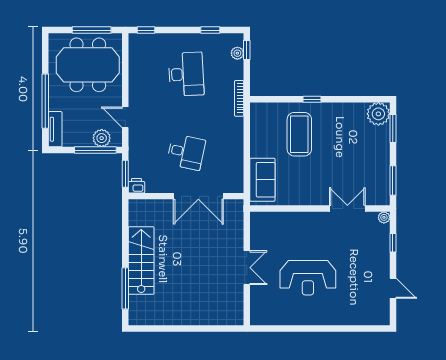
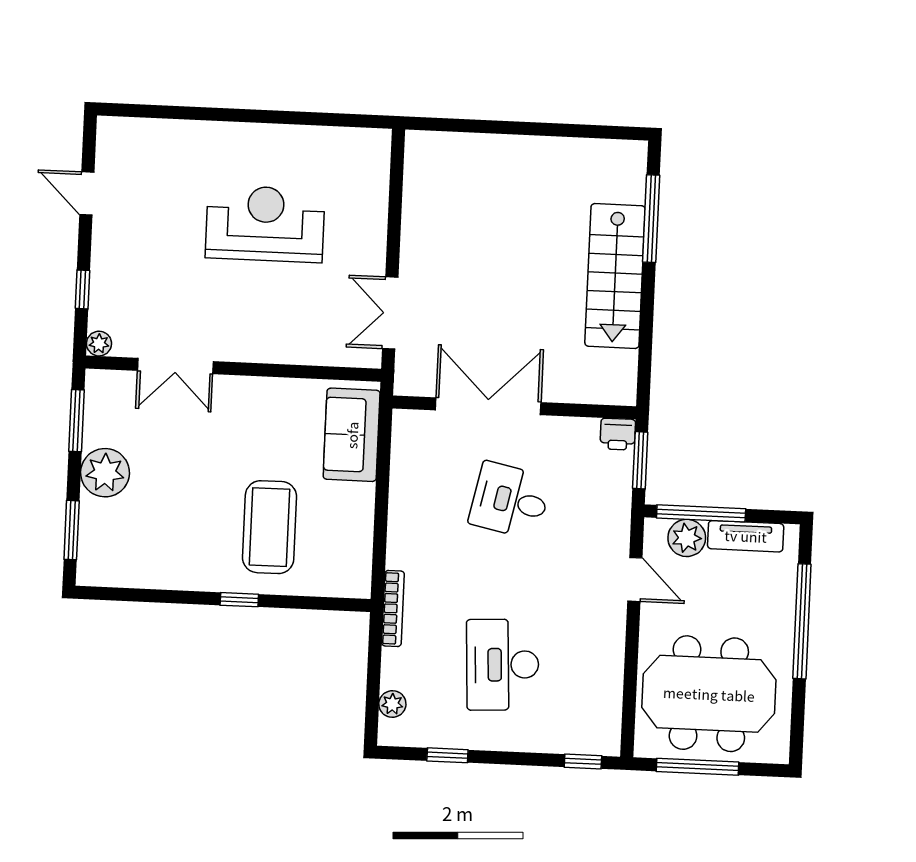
window: (247, 50) -> (372, 710), removed
plant: (378, 114) -> (105, 473), moved
tv unit: (55, 129) -> (746, 536), moved, turned -90
double door: (247, 268) -> (390, 313), moved

